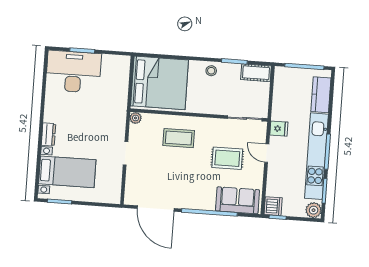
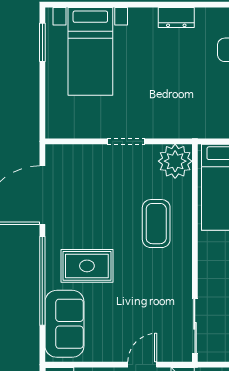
plant: (136, 118) -> (175, 161), width x1.88, depth x1.88
dresser: (49, 134) -> (176, 18), moved
rug: (227, 158) -> (87, 266), moved, turned 90

